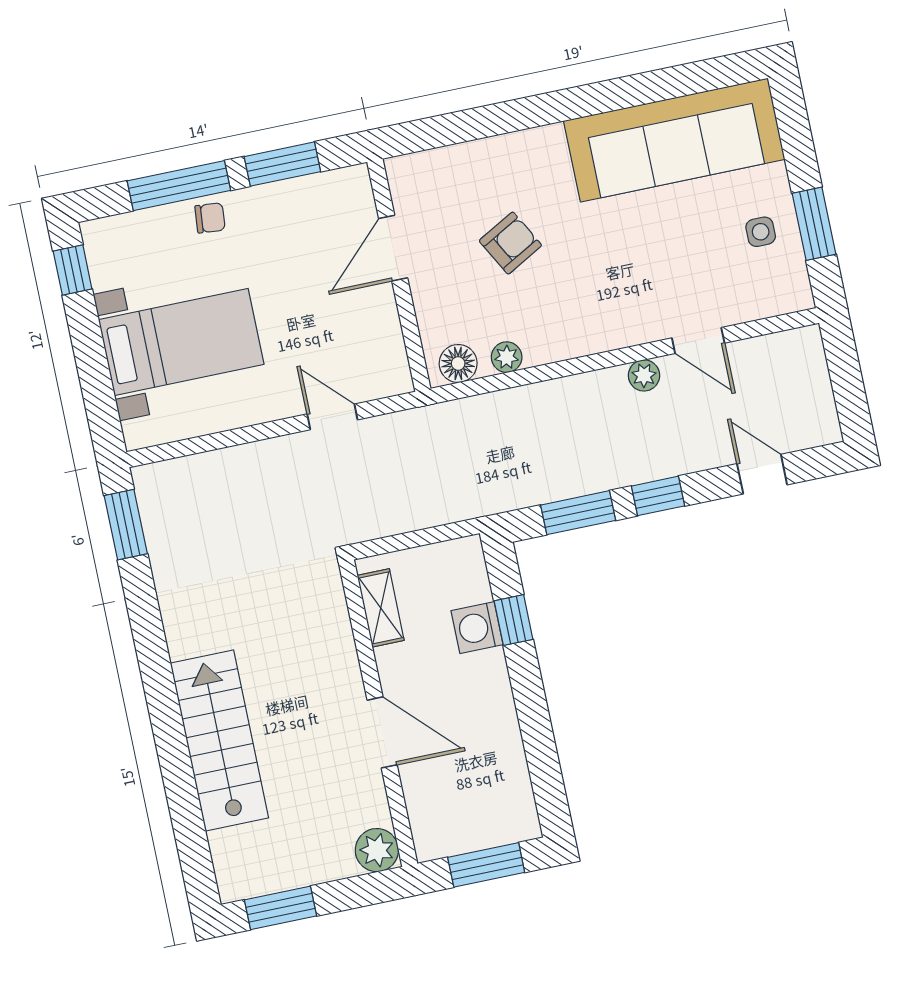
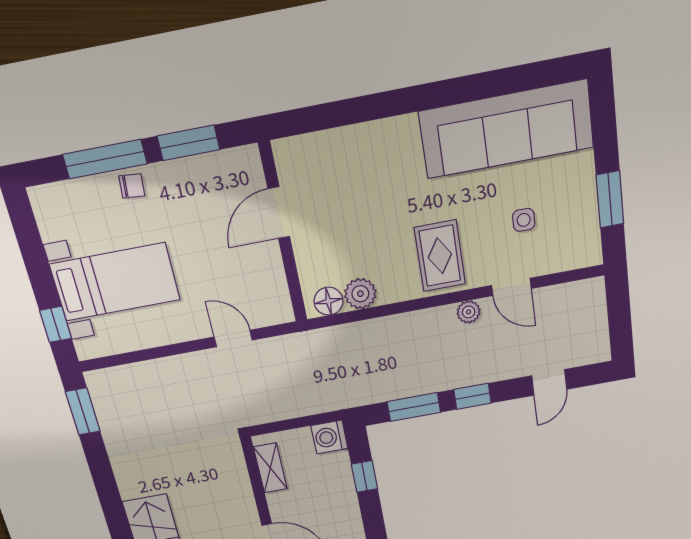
side table: (761, 232) -> (524, 220), moved
armchair: (510, 243) -> (371, 210), removed
window: (73, 270) -> (56, 324), moved
rug: (601, 300) -> (440, 256), added
plant: (507, 357) -> (360, 294), width x1.38, depth x1.38
door: (762, 474) -> (549, 382), swing flipped
washing machine: (477, 628) -> (329, 437), moved

